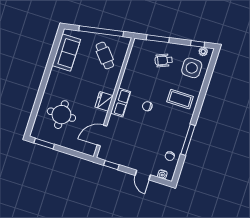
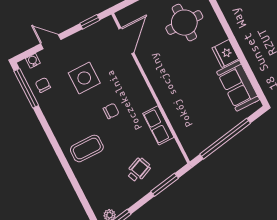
cafe table: (105, 55) -> (199, 119), removed
side table: (192, 68) -> (84, 78), moved
fridge: (104, 101) -> (225, 53), moved, turned 180
row of seats: (121, 102) -> (158, 125), moved
window: (188, 140) -> (26, 88), moved

